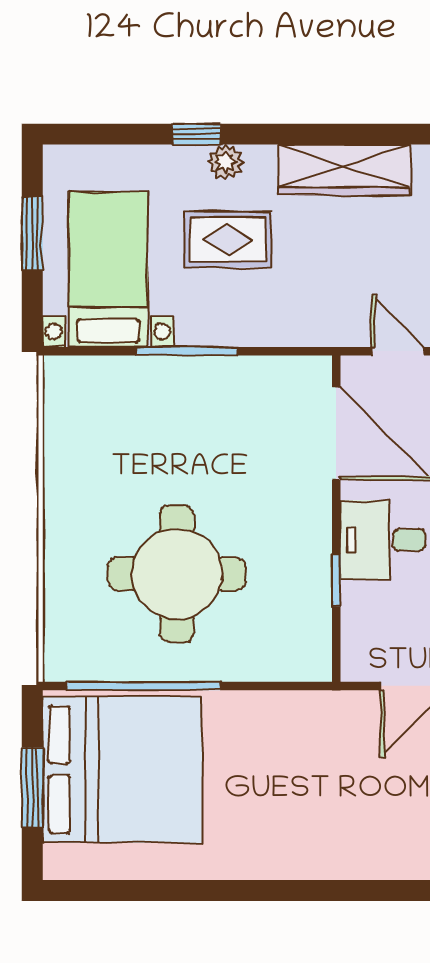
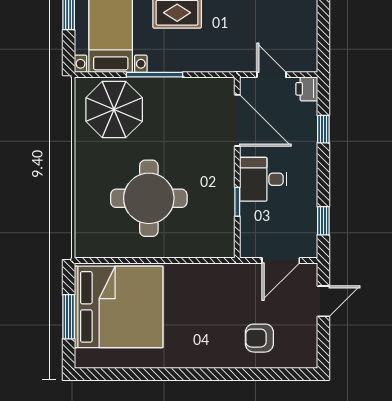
parasol: (114, 414) -> (114, 110), added
window: (144, 686) -> (130, 261), removed
armchair: (376, 826) -> (259, 338), added

